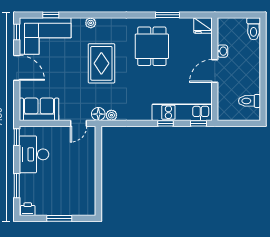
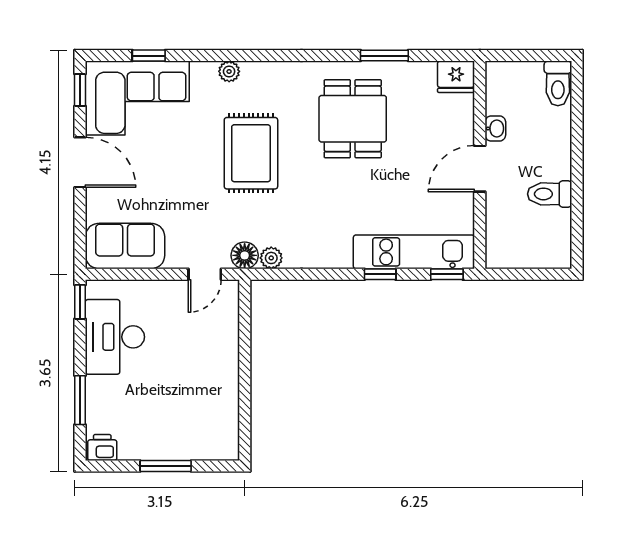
toilet: (249, 101) -> (550, 194), moved

